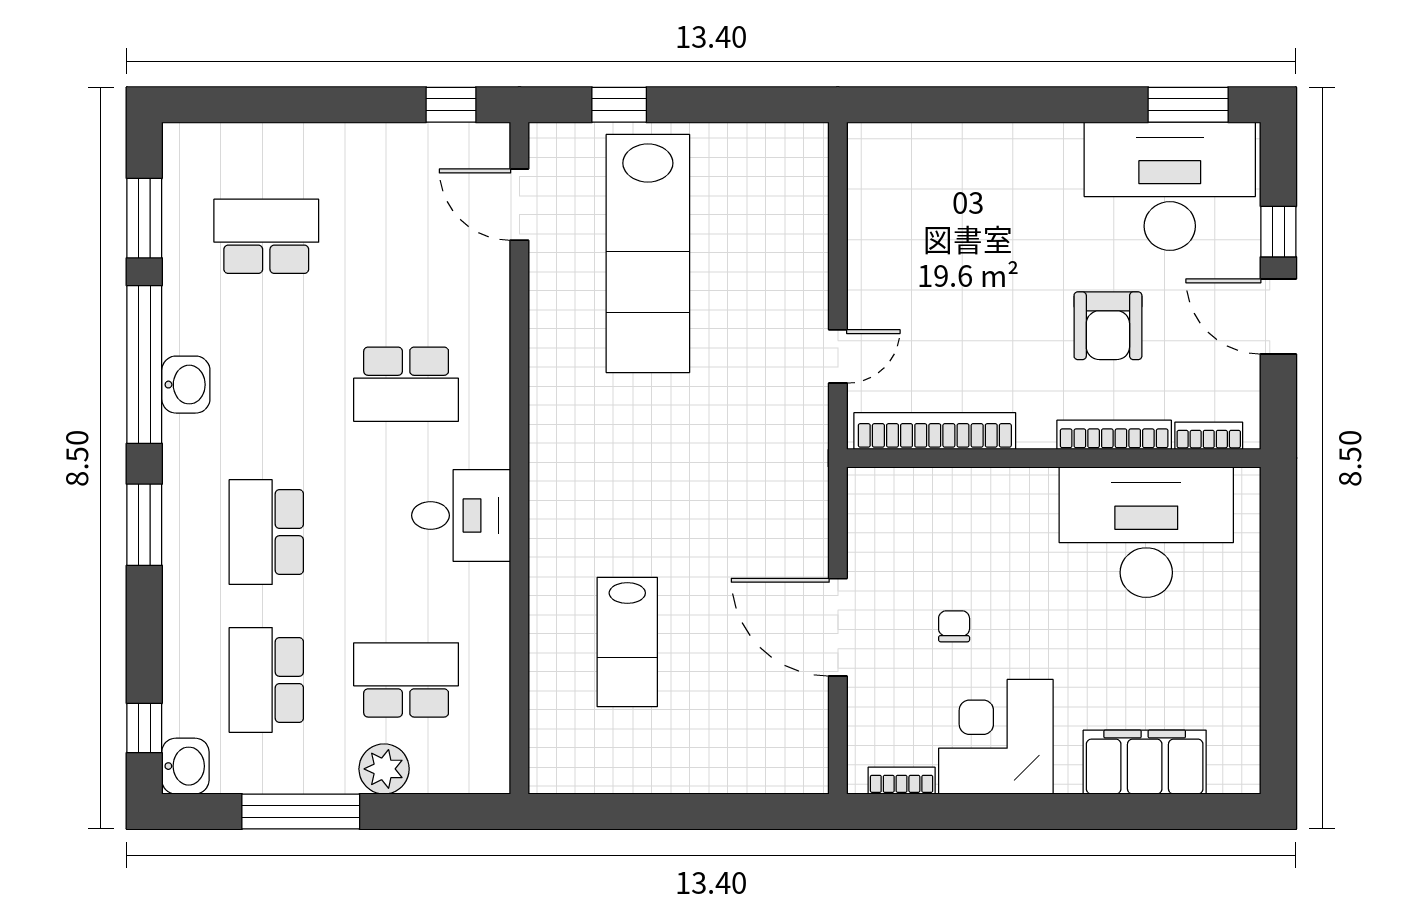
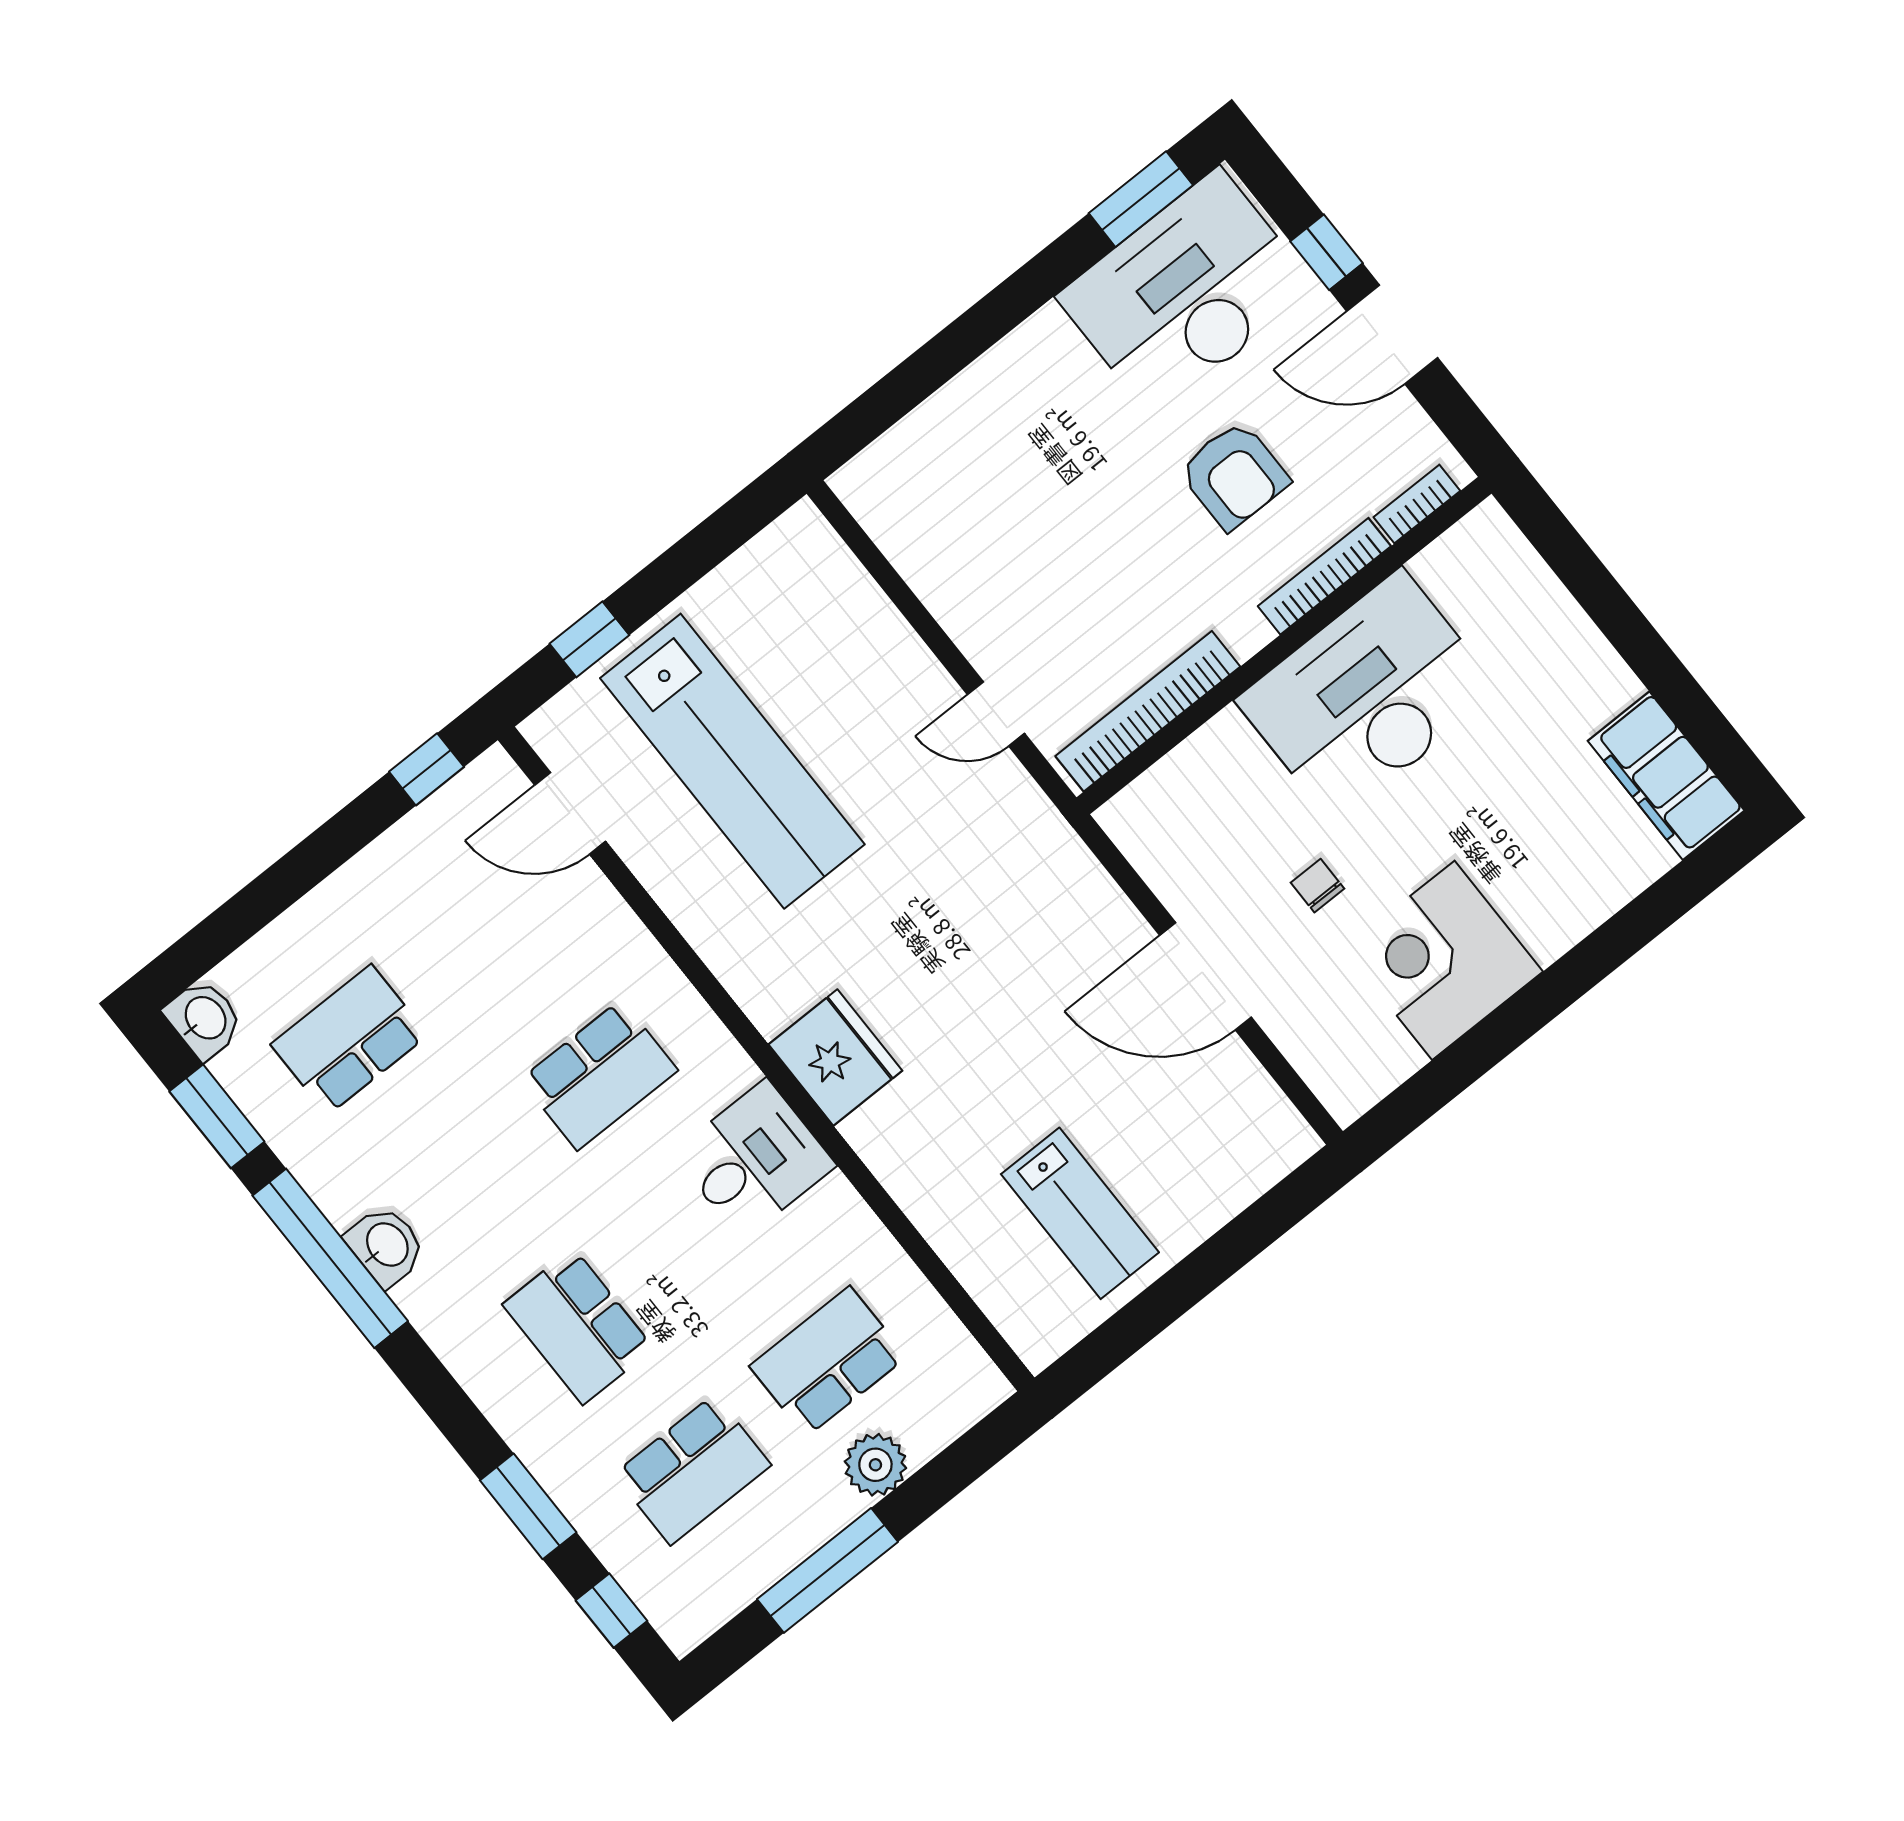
door: (838, 356) -> (996, 714), swing flipped
fridge: (564, 492) -> (835, 1057), added
window: (144, 525) -> (528, 1506), moved
desk: (1146, 532) -> (1368, 696), moved
lab bench: (627, 642) -> (1080, 1213), moved
school desk: (266, 680) -> (692, 1470), turned -90
filing cabinet: (1145, 762) -> (1666, 776), moved, turned -90
washbasin: (185, 766) -> (204, 1019), moved
bookcase: (902, 781) -> (1386, 1076), removed

